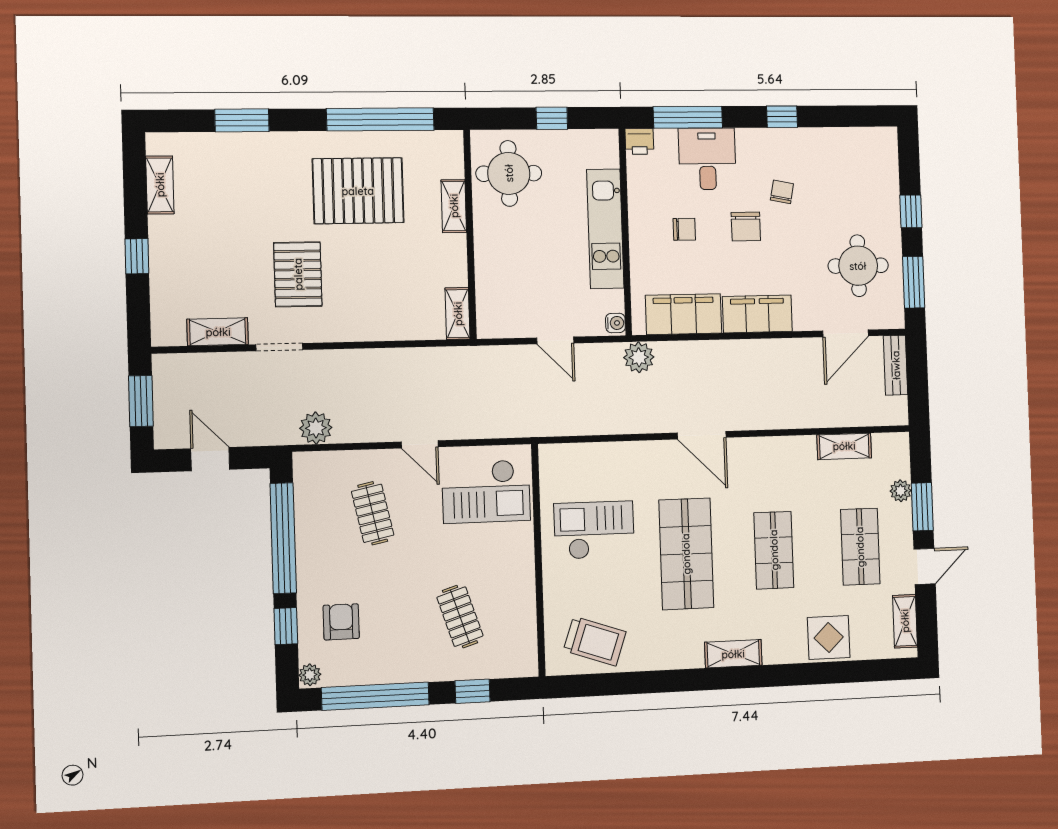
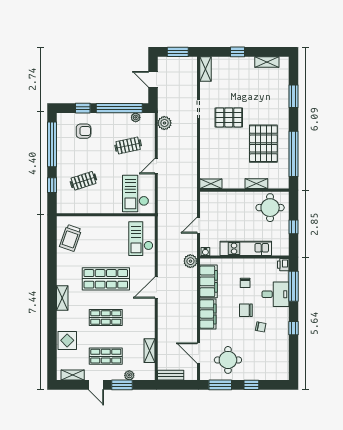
shelving: (218, 332) -> (206, 69), moved
bench: (896, 365) -> (171, 375), moved
door: (210, 459) -> (153, 79), swing flipped
checkout: (594, 530) -> (141, 239), moved, turned 180
plant: (310, 675) -> (136, 117), moved

